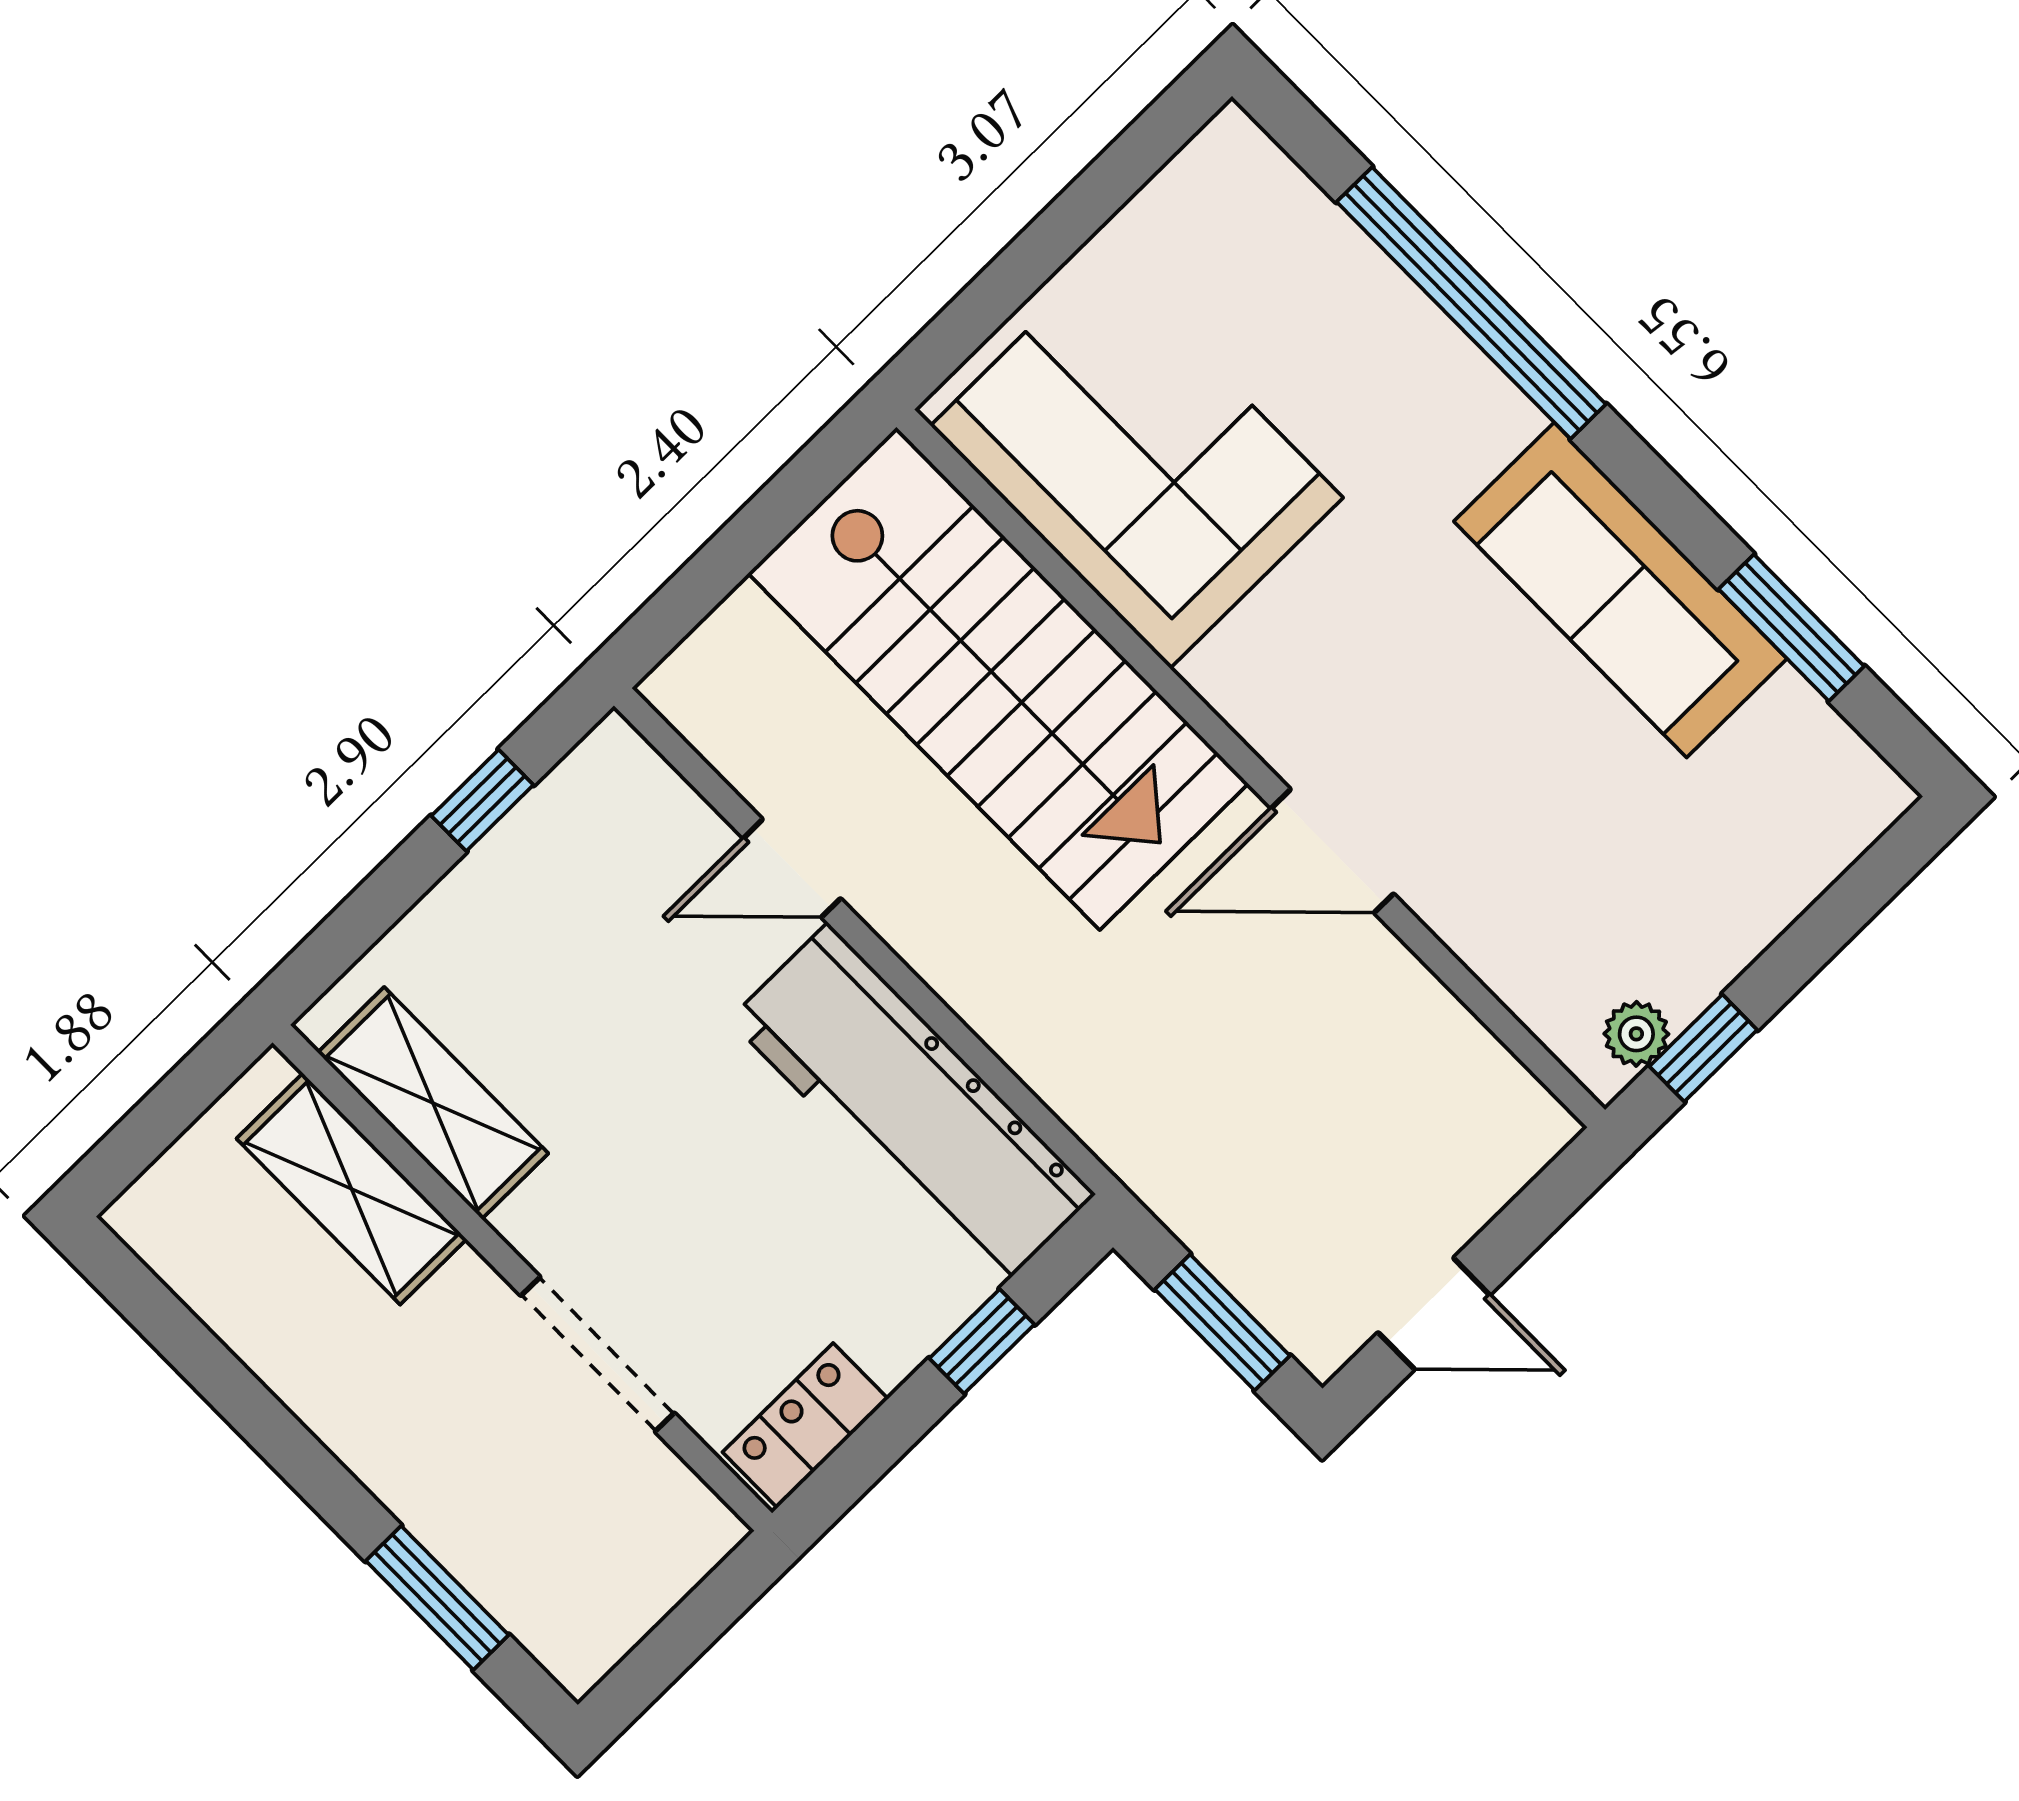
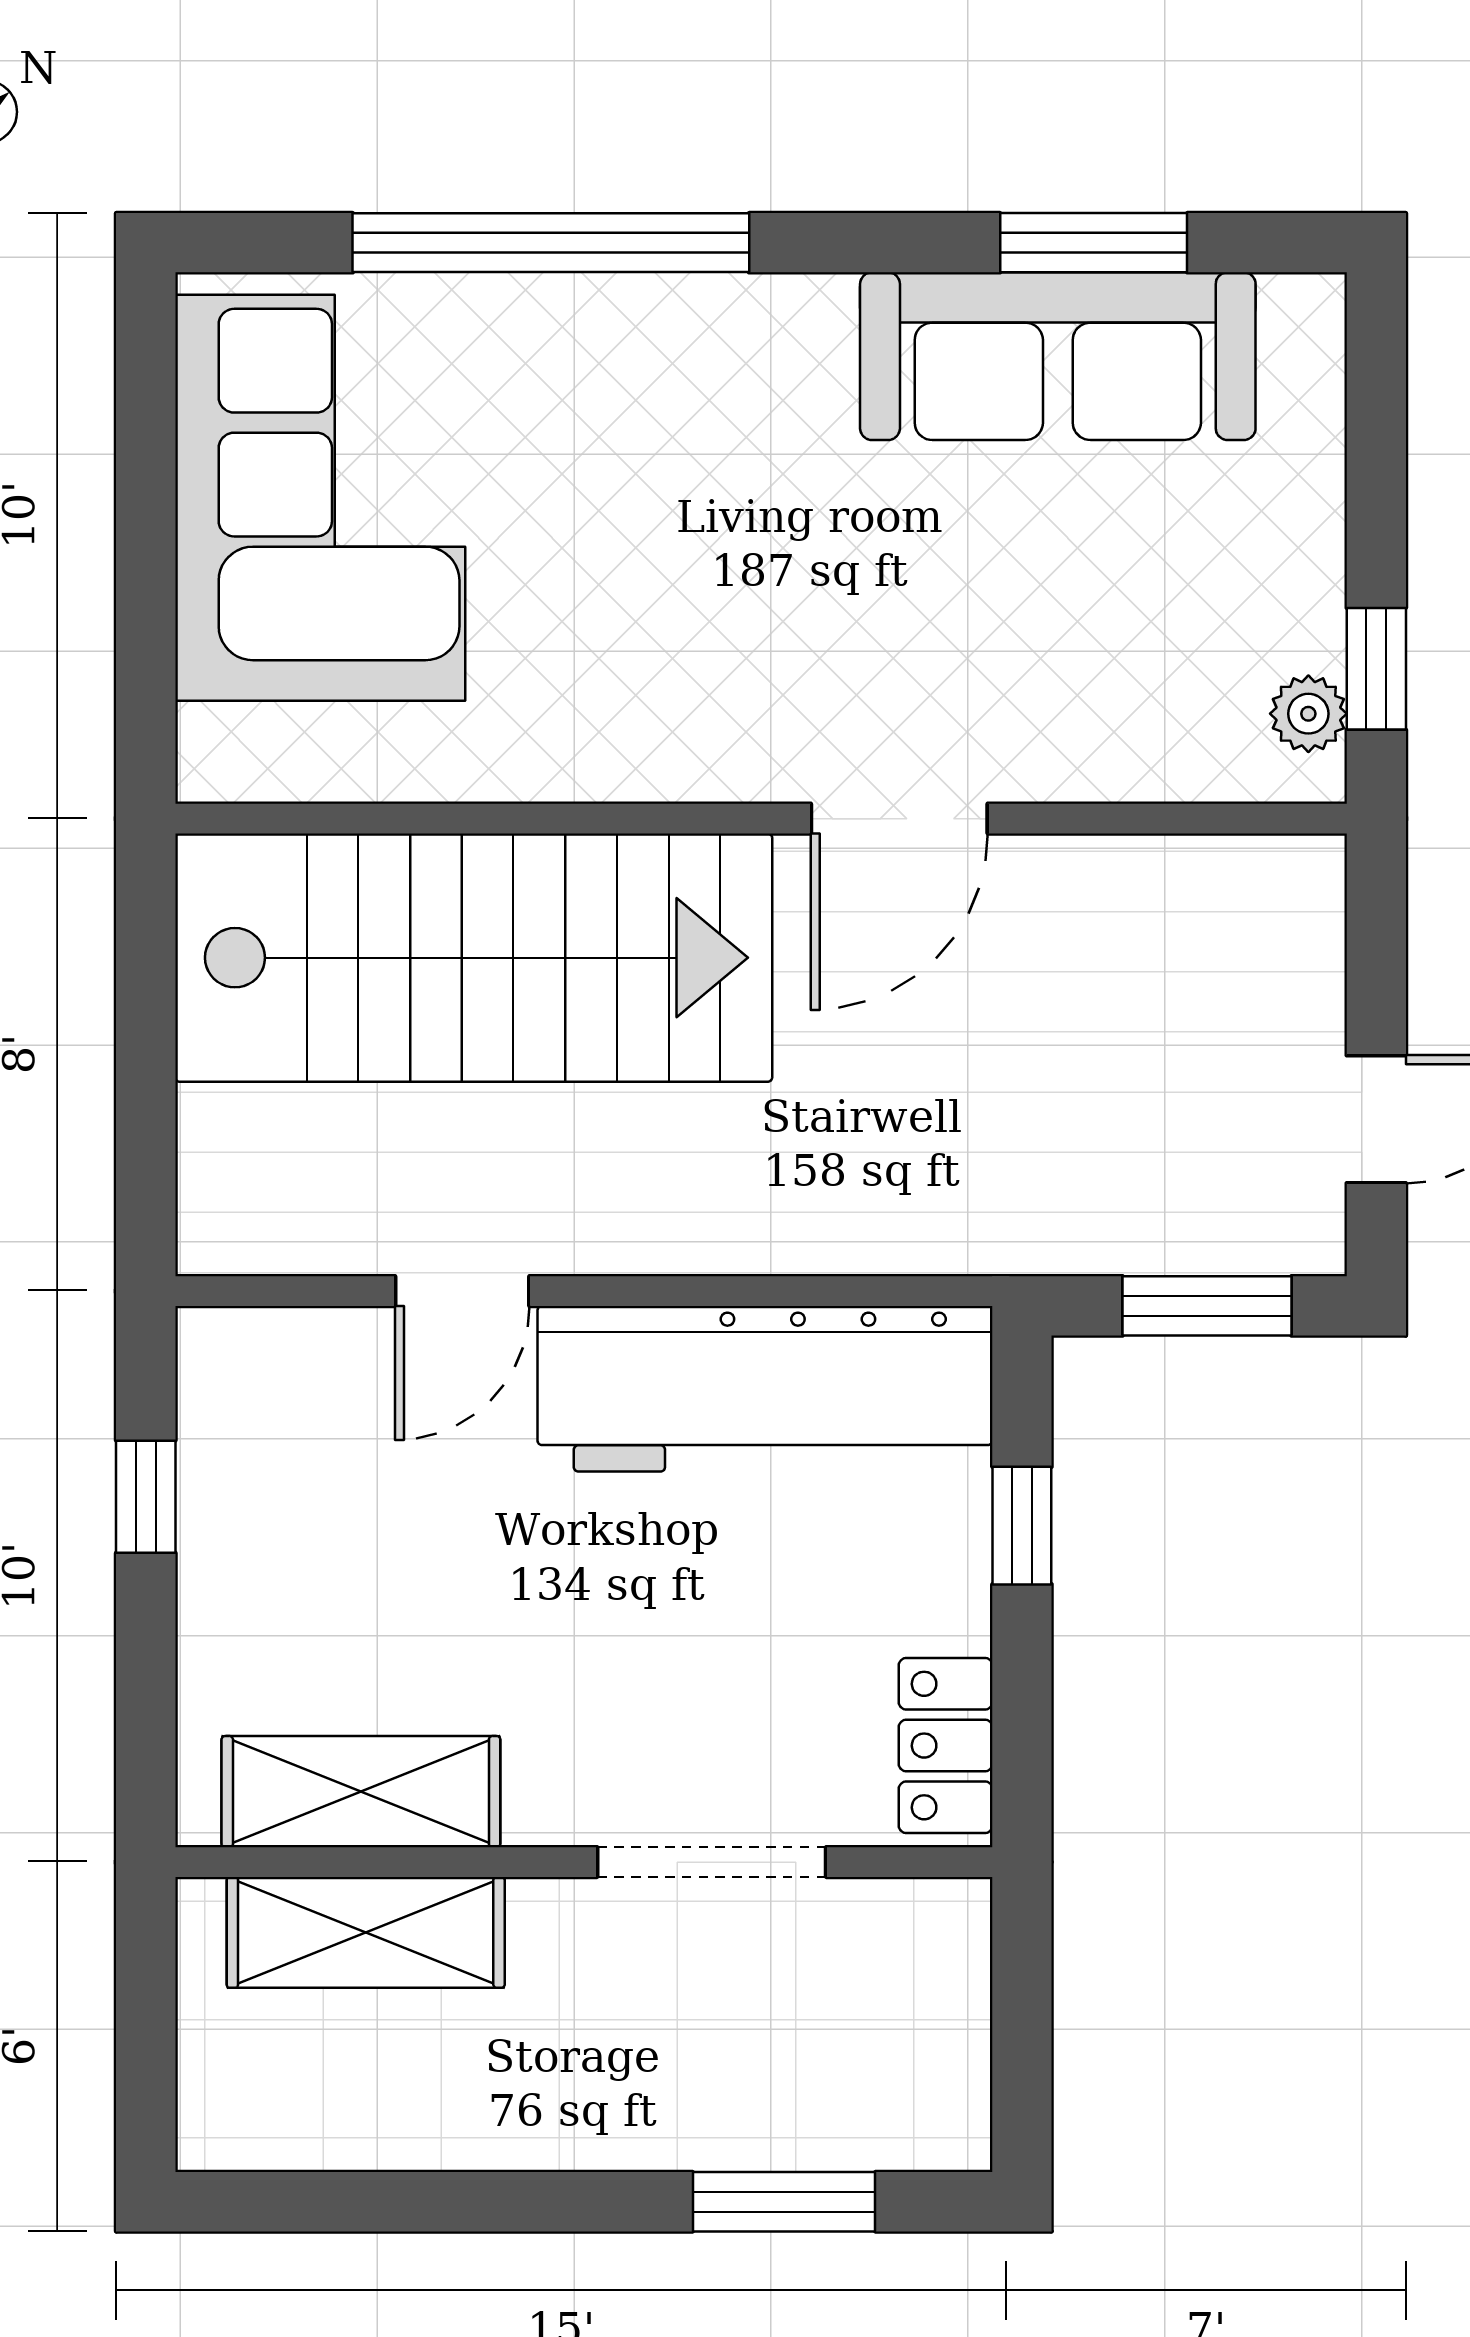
corner sofa: (1137, 462) -> (320, 498), moved, turned 90
sofa: (1620, 590) -> (1058, 356), moved

